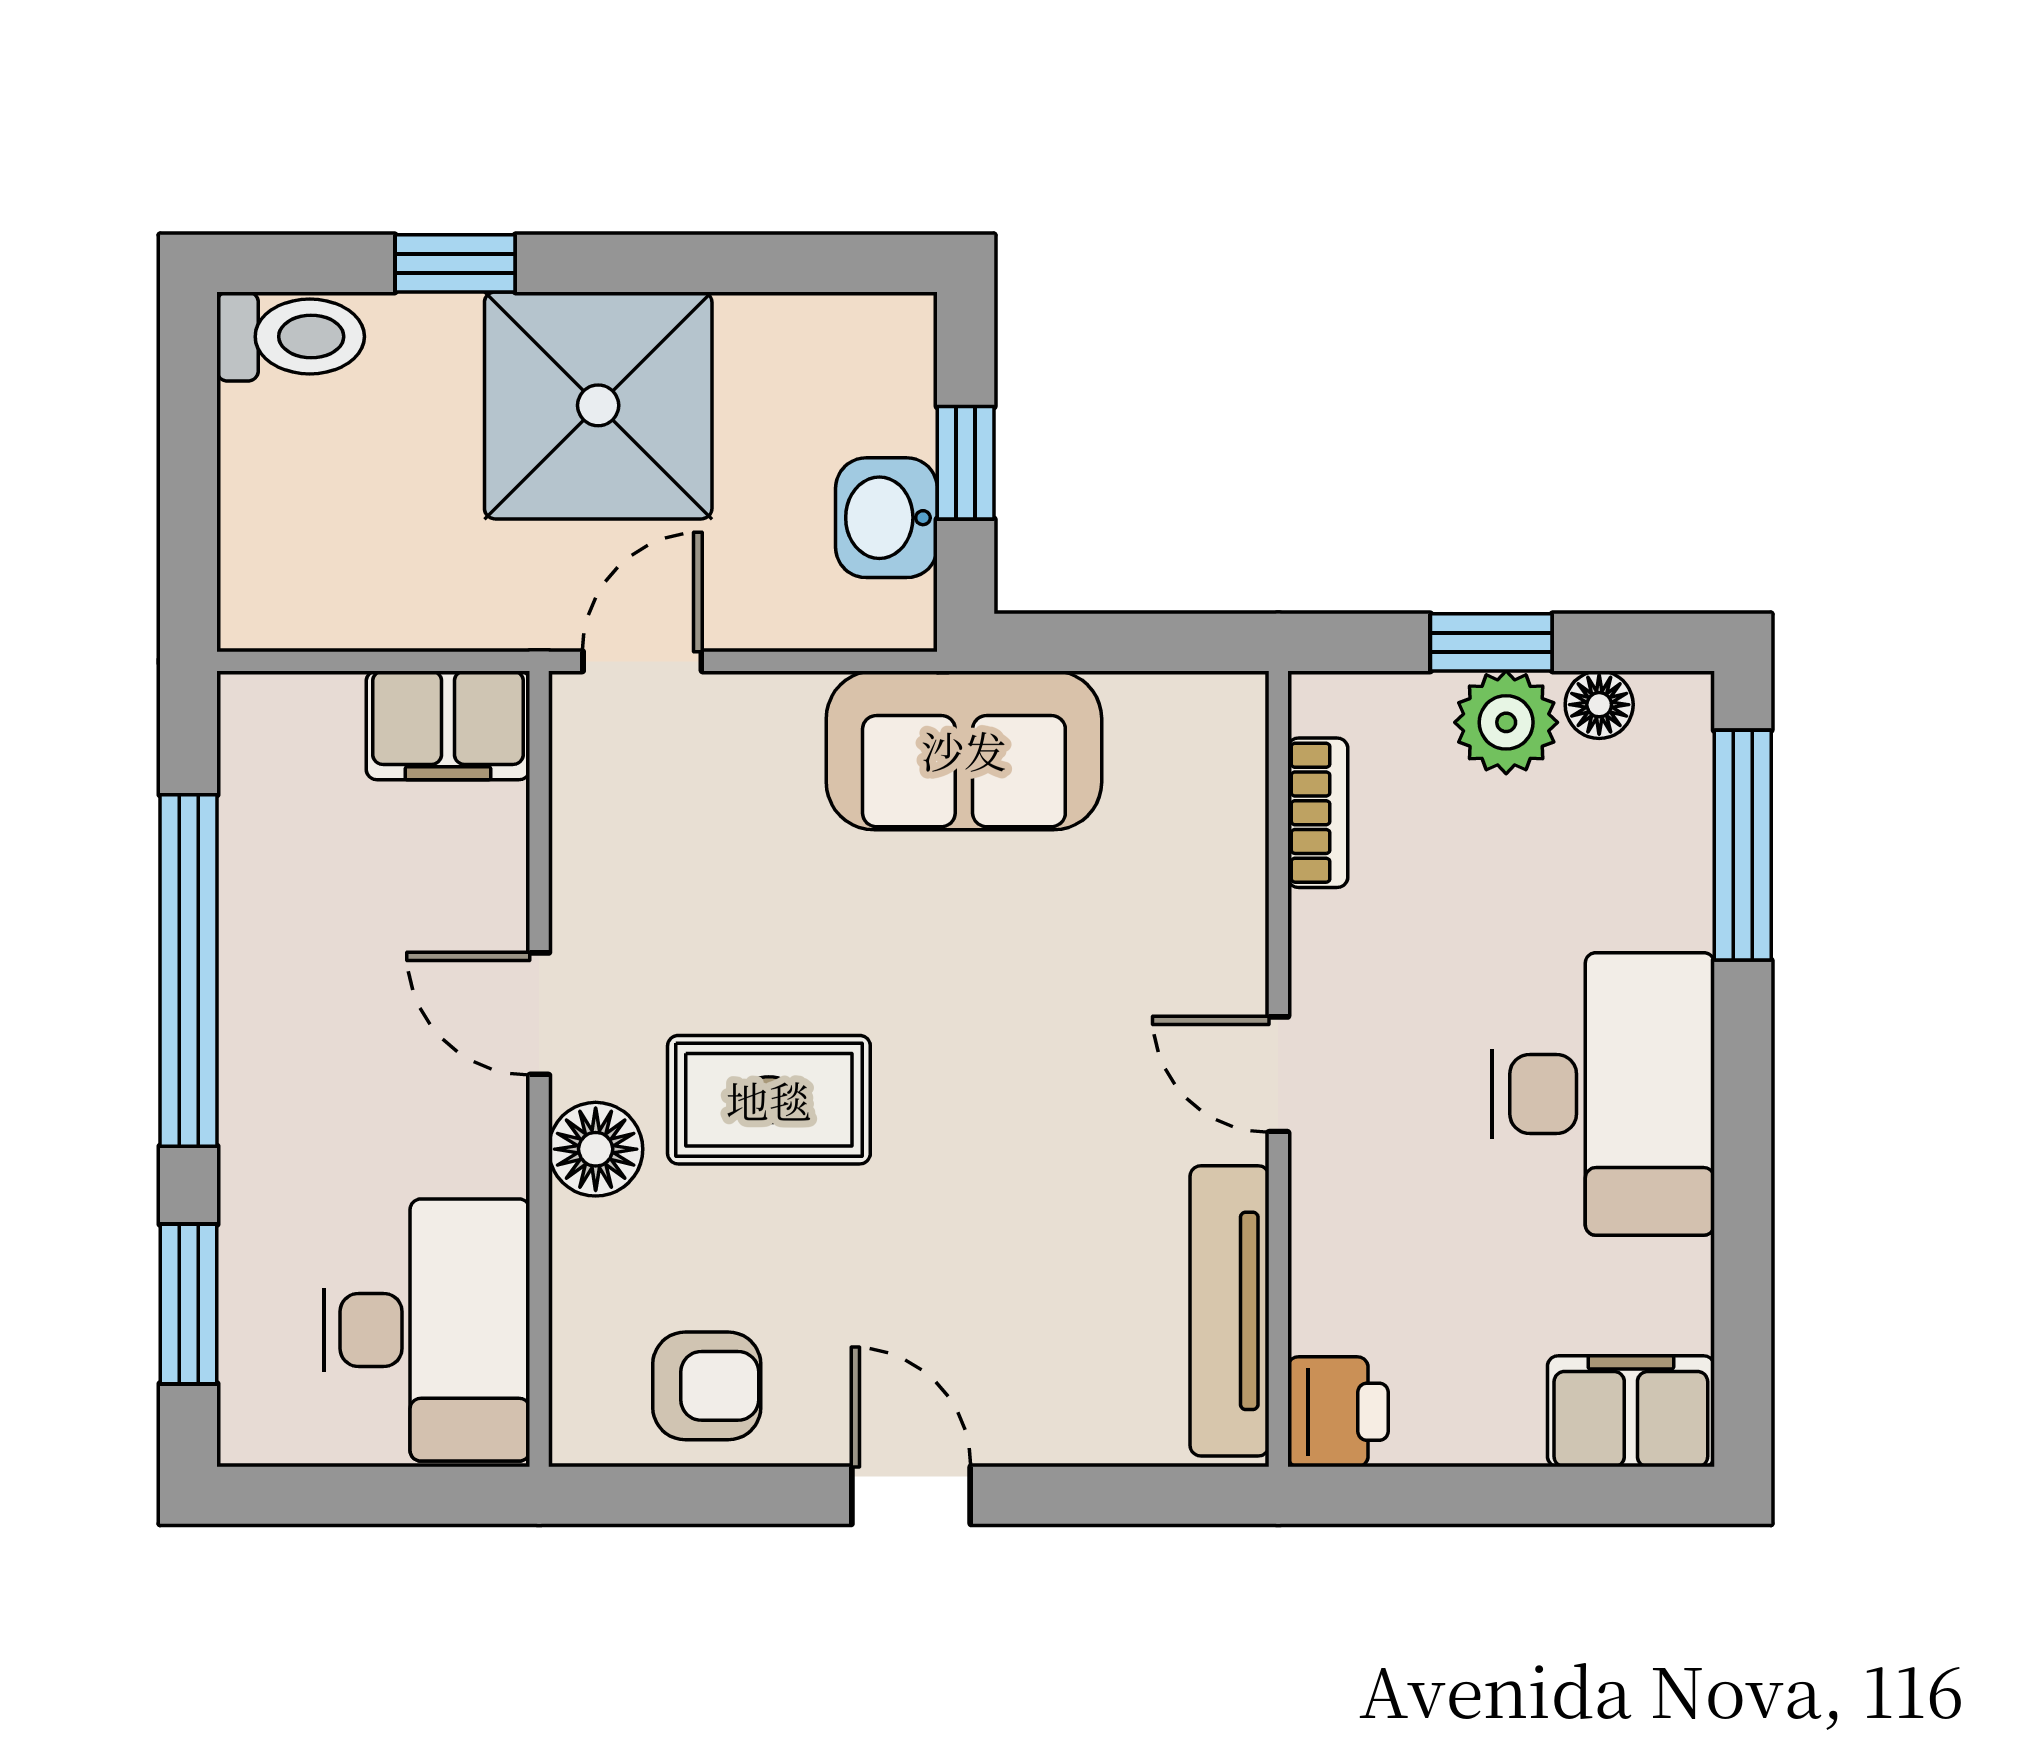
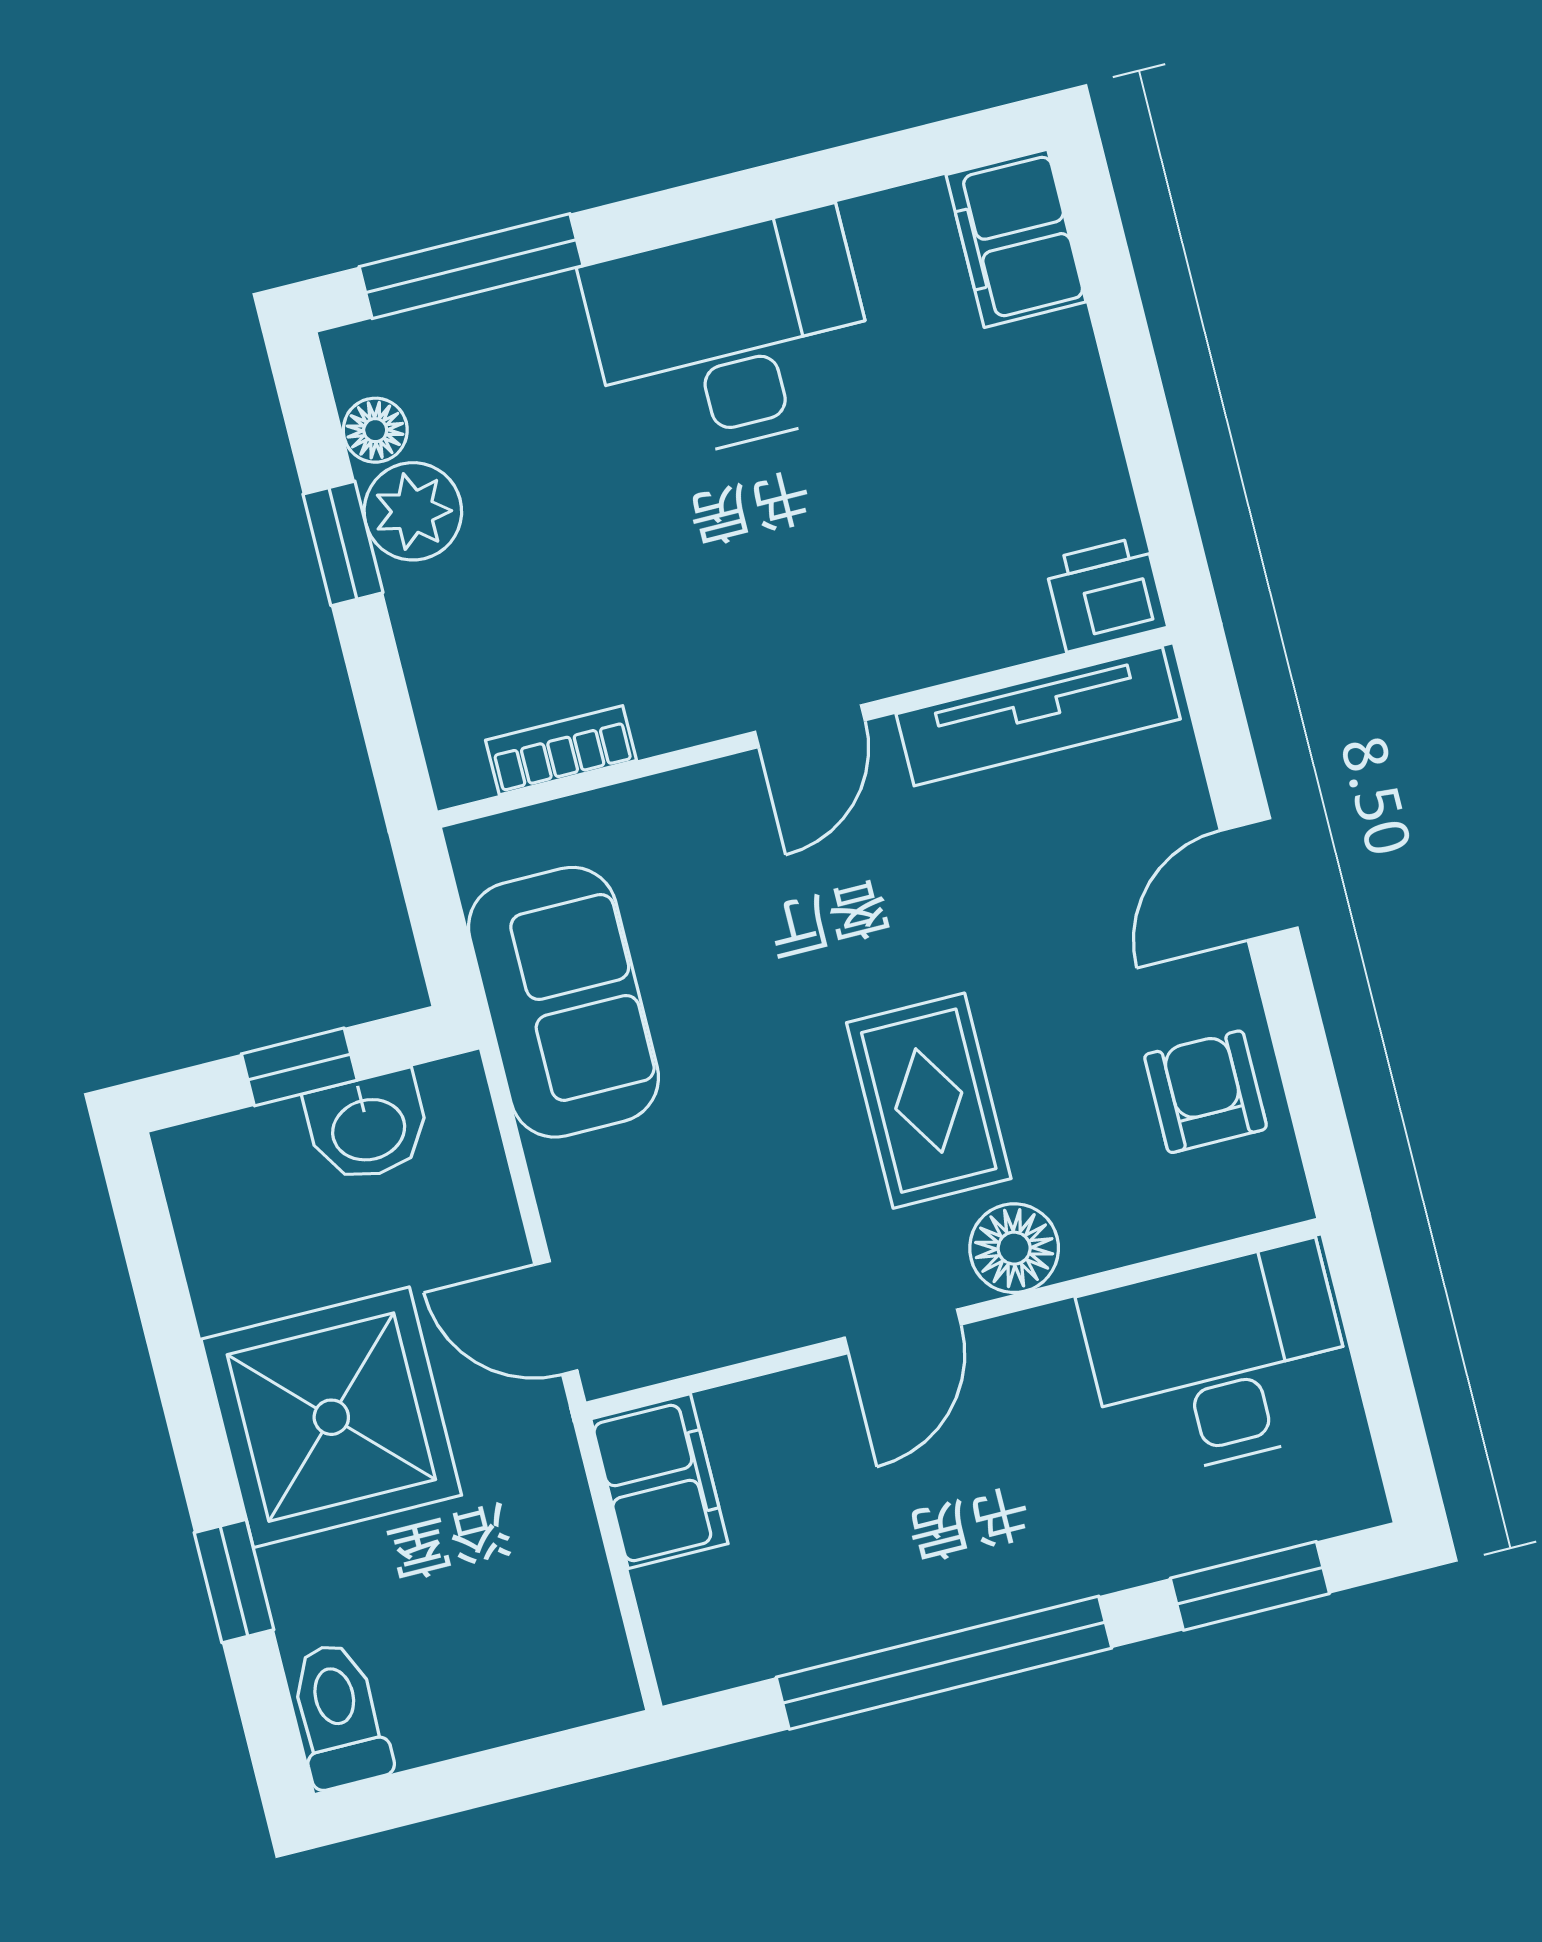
bookcase: (1318, 813) -> (561, 750), moved
wall: (1278, 1069) -> (805, 727), moved
door: (1278, 1074) -> (810, 726), moved
tv unit: (1230, 1311) -> (1038, 716), moved
printer: (1338, 1412) -> (1106, 594), moved

